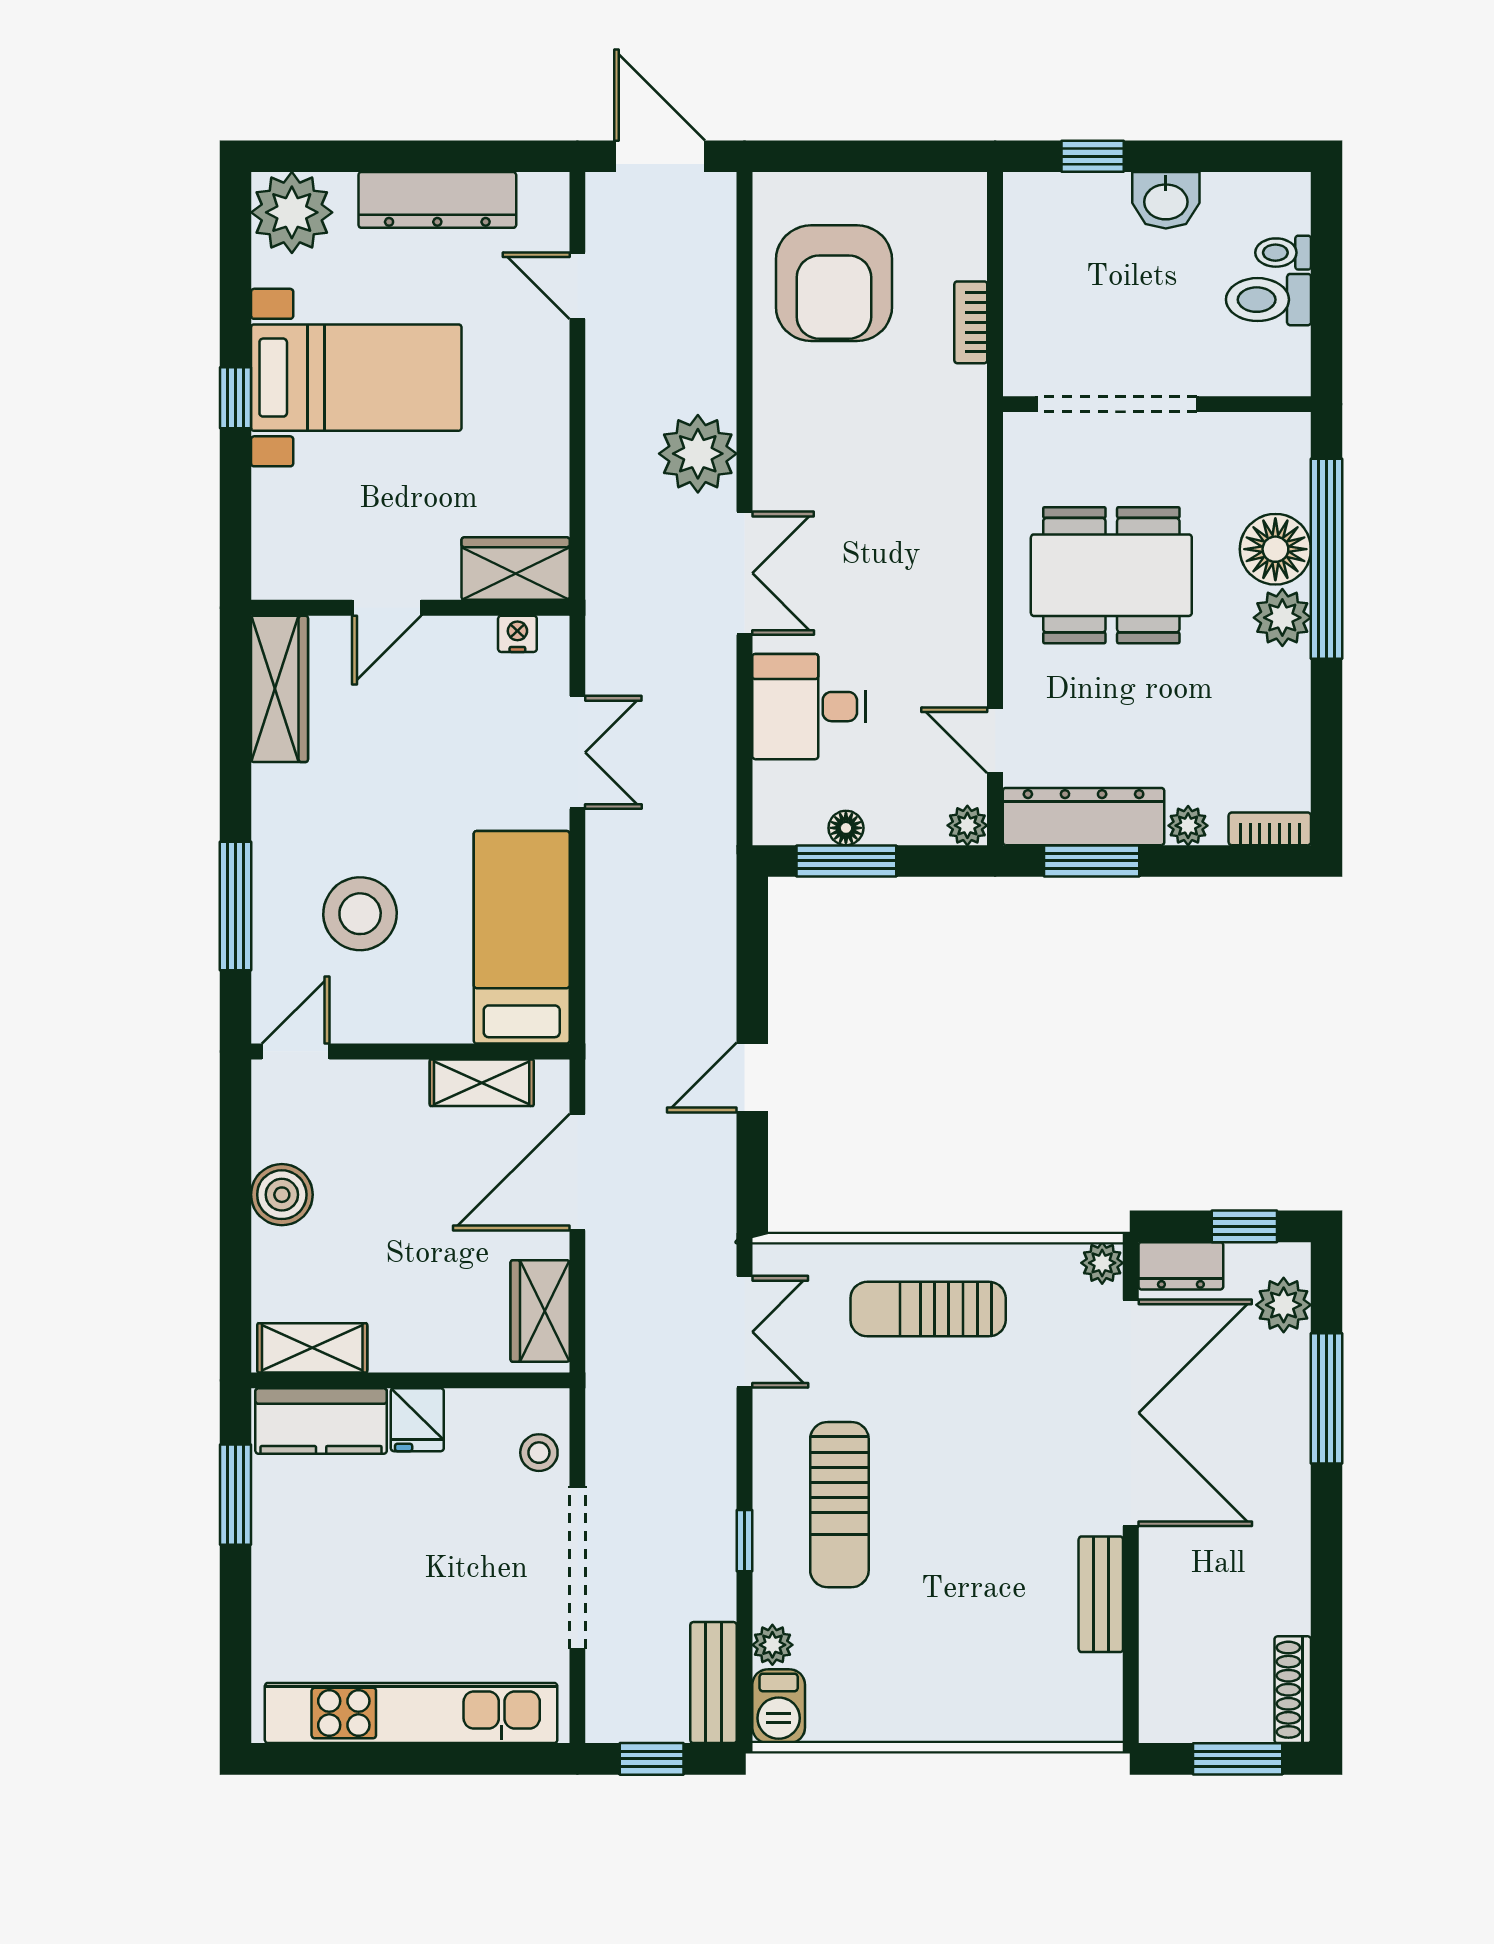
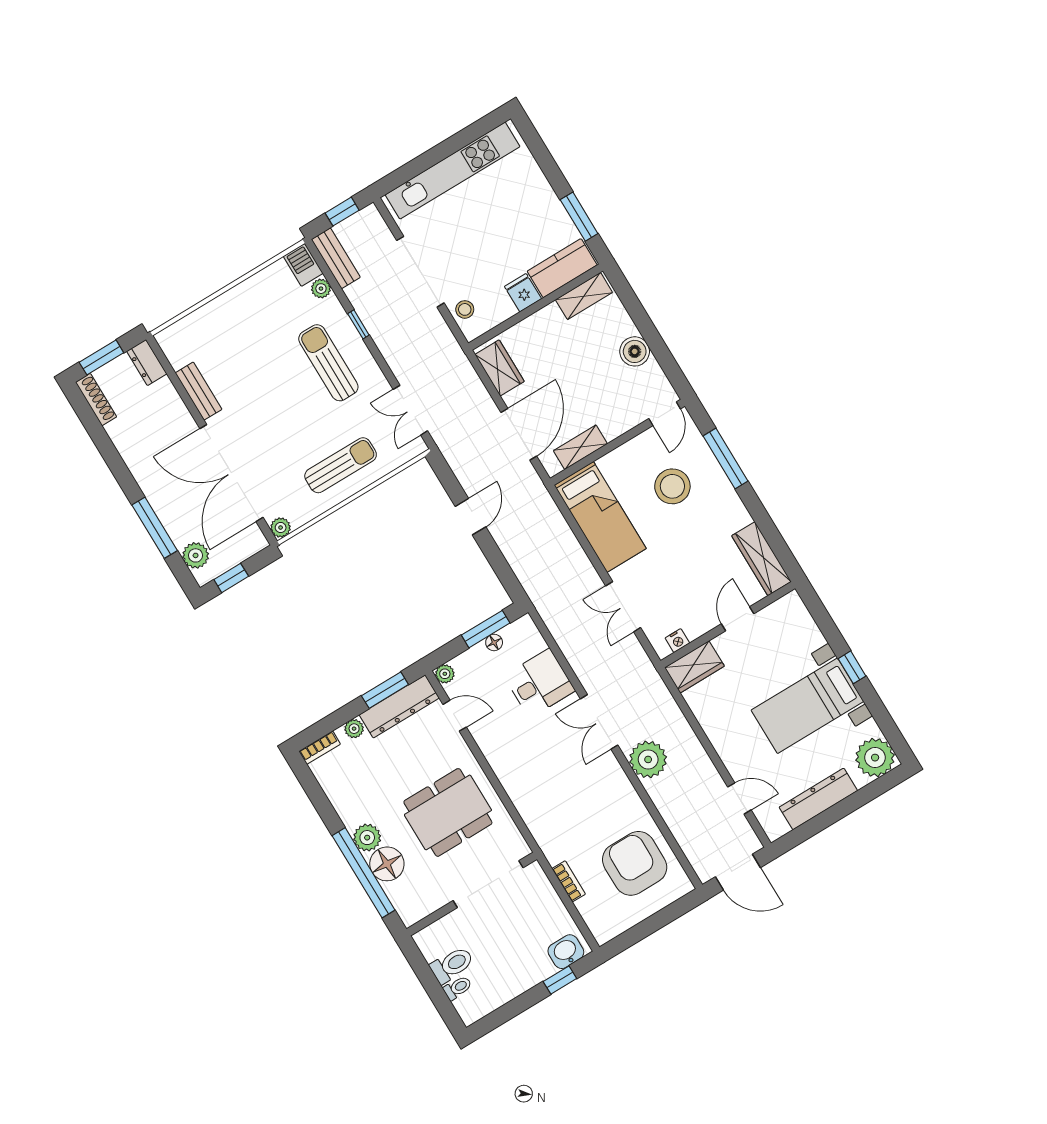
washbasin: (1166, 200) -> (566, 952), moved
dresser: (1181, 1266) -> (147, 363), moved, turned -90

